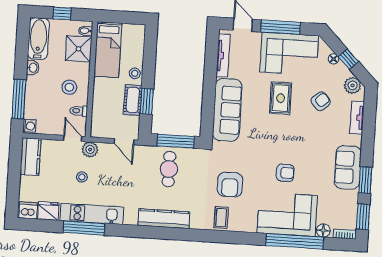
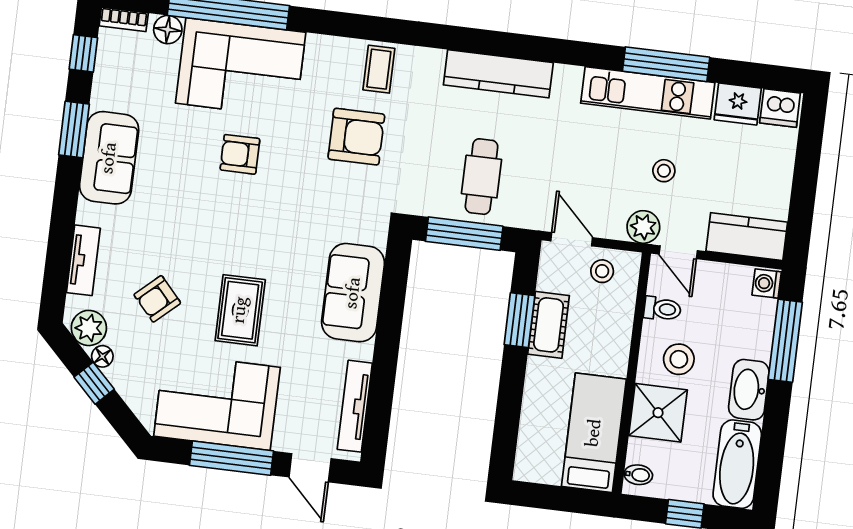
shower: (79, 49) -> (658, 413), moved
floor lamp: (334, 59) -> (102, 356), moved
washbasin: (33, 68) -> (749, 390), width x1.91, depth x1.45
stool: (135, 73) -> (602, 271), moved
sofa: (227, 110) -> (353, 293), width x0.73
kitchen counter: (30, 157) -> (747, 237), moved, turned 90
armchair: (230, 185) -> (356, 137), turned 90
window: (363, 217) -> (83, 53), width x0.67

